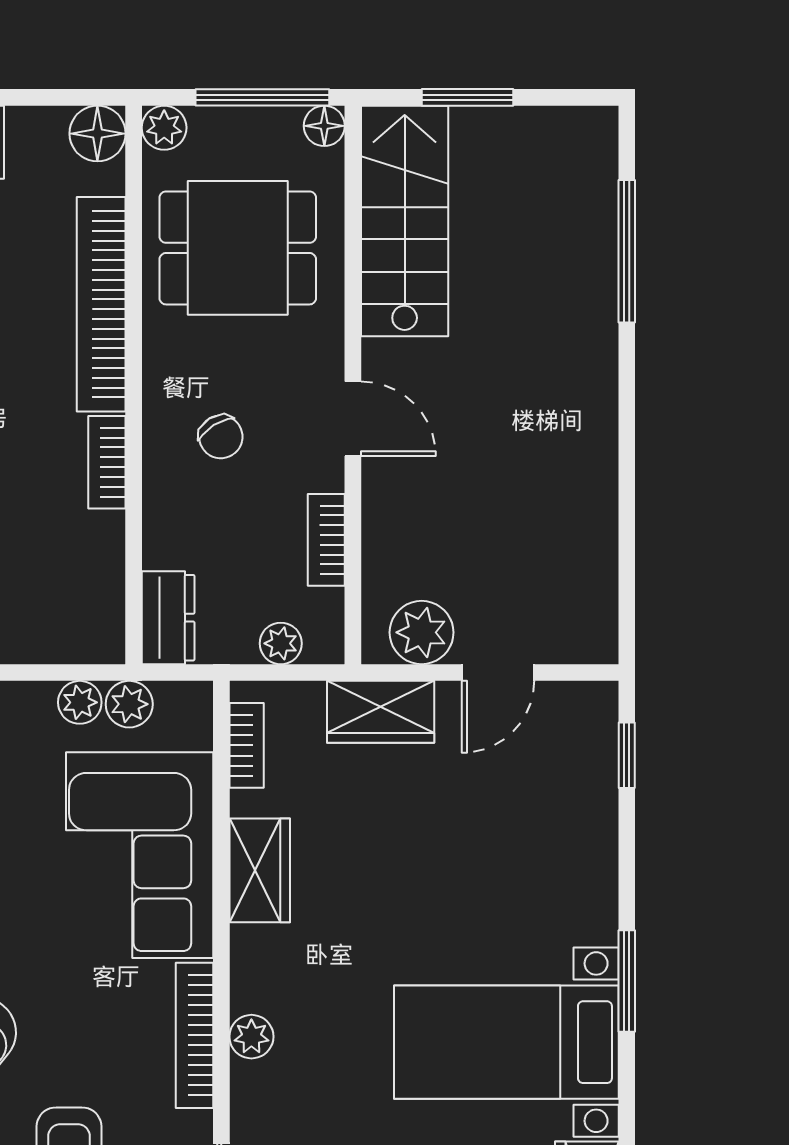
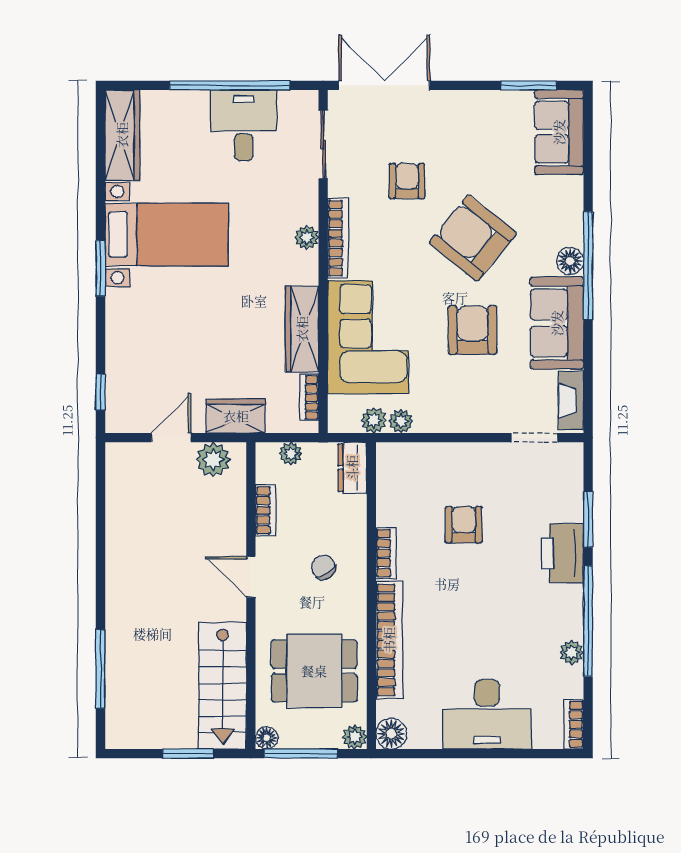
wardrobe: (260, 870) -> (302, 329), width x1.50

